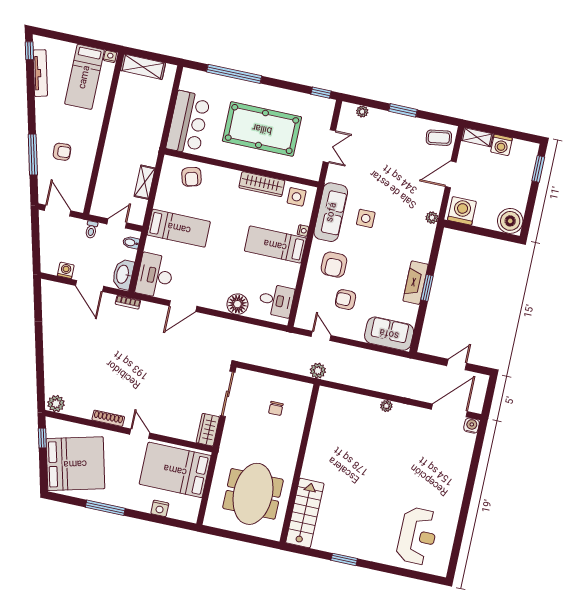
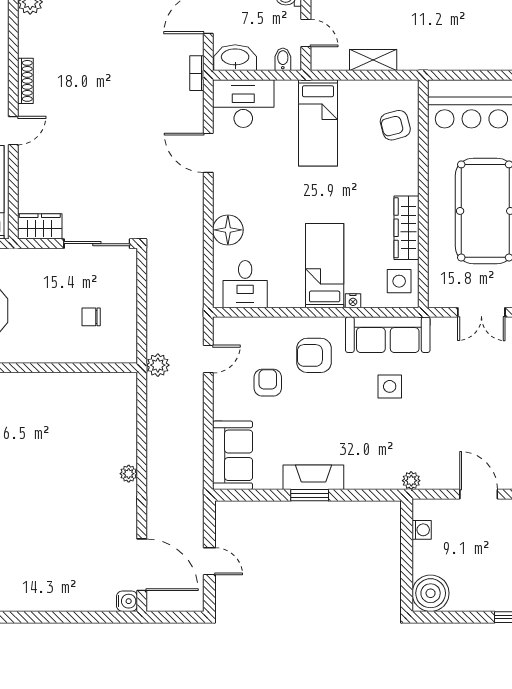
washing machine: (462, 211) -> (422, 530), width x0.53, depth x0.53

